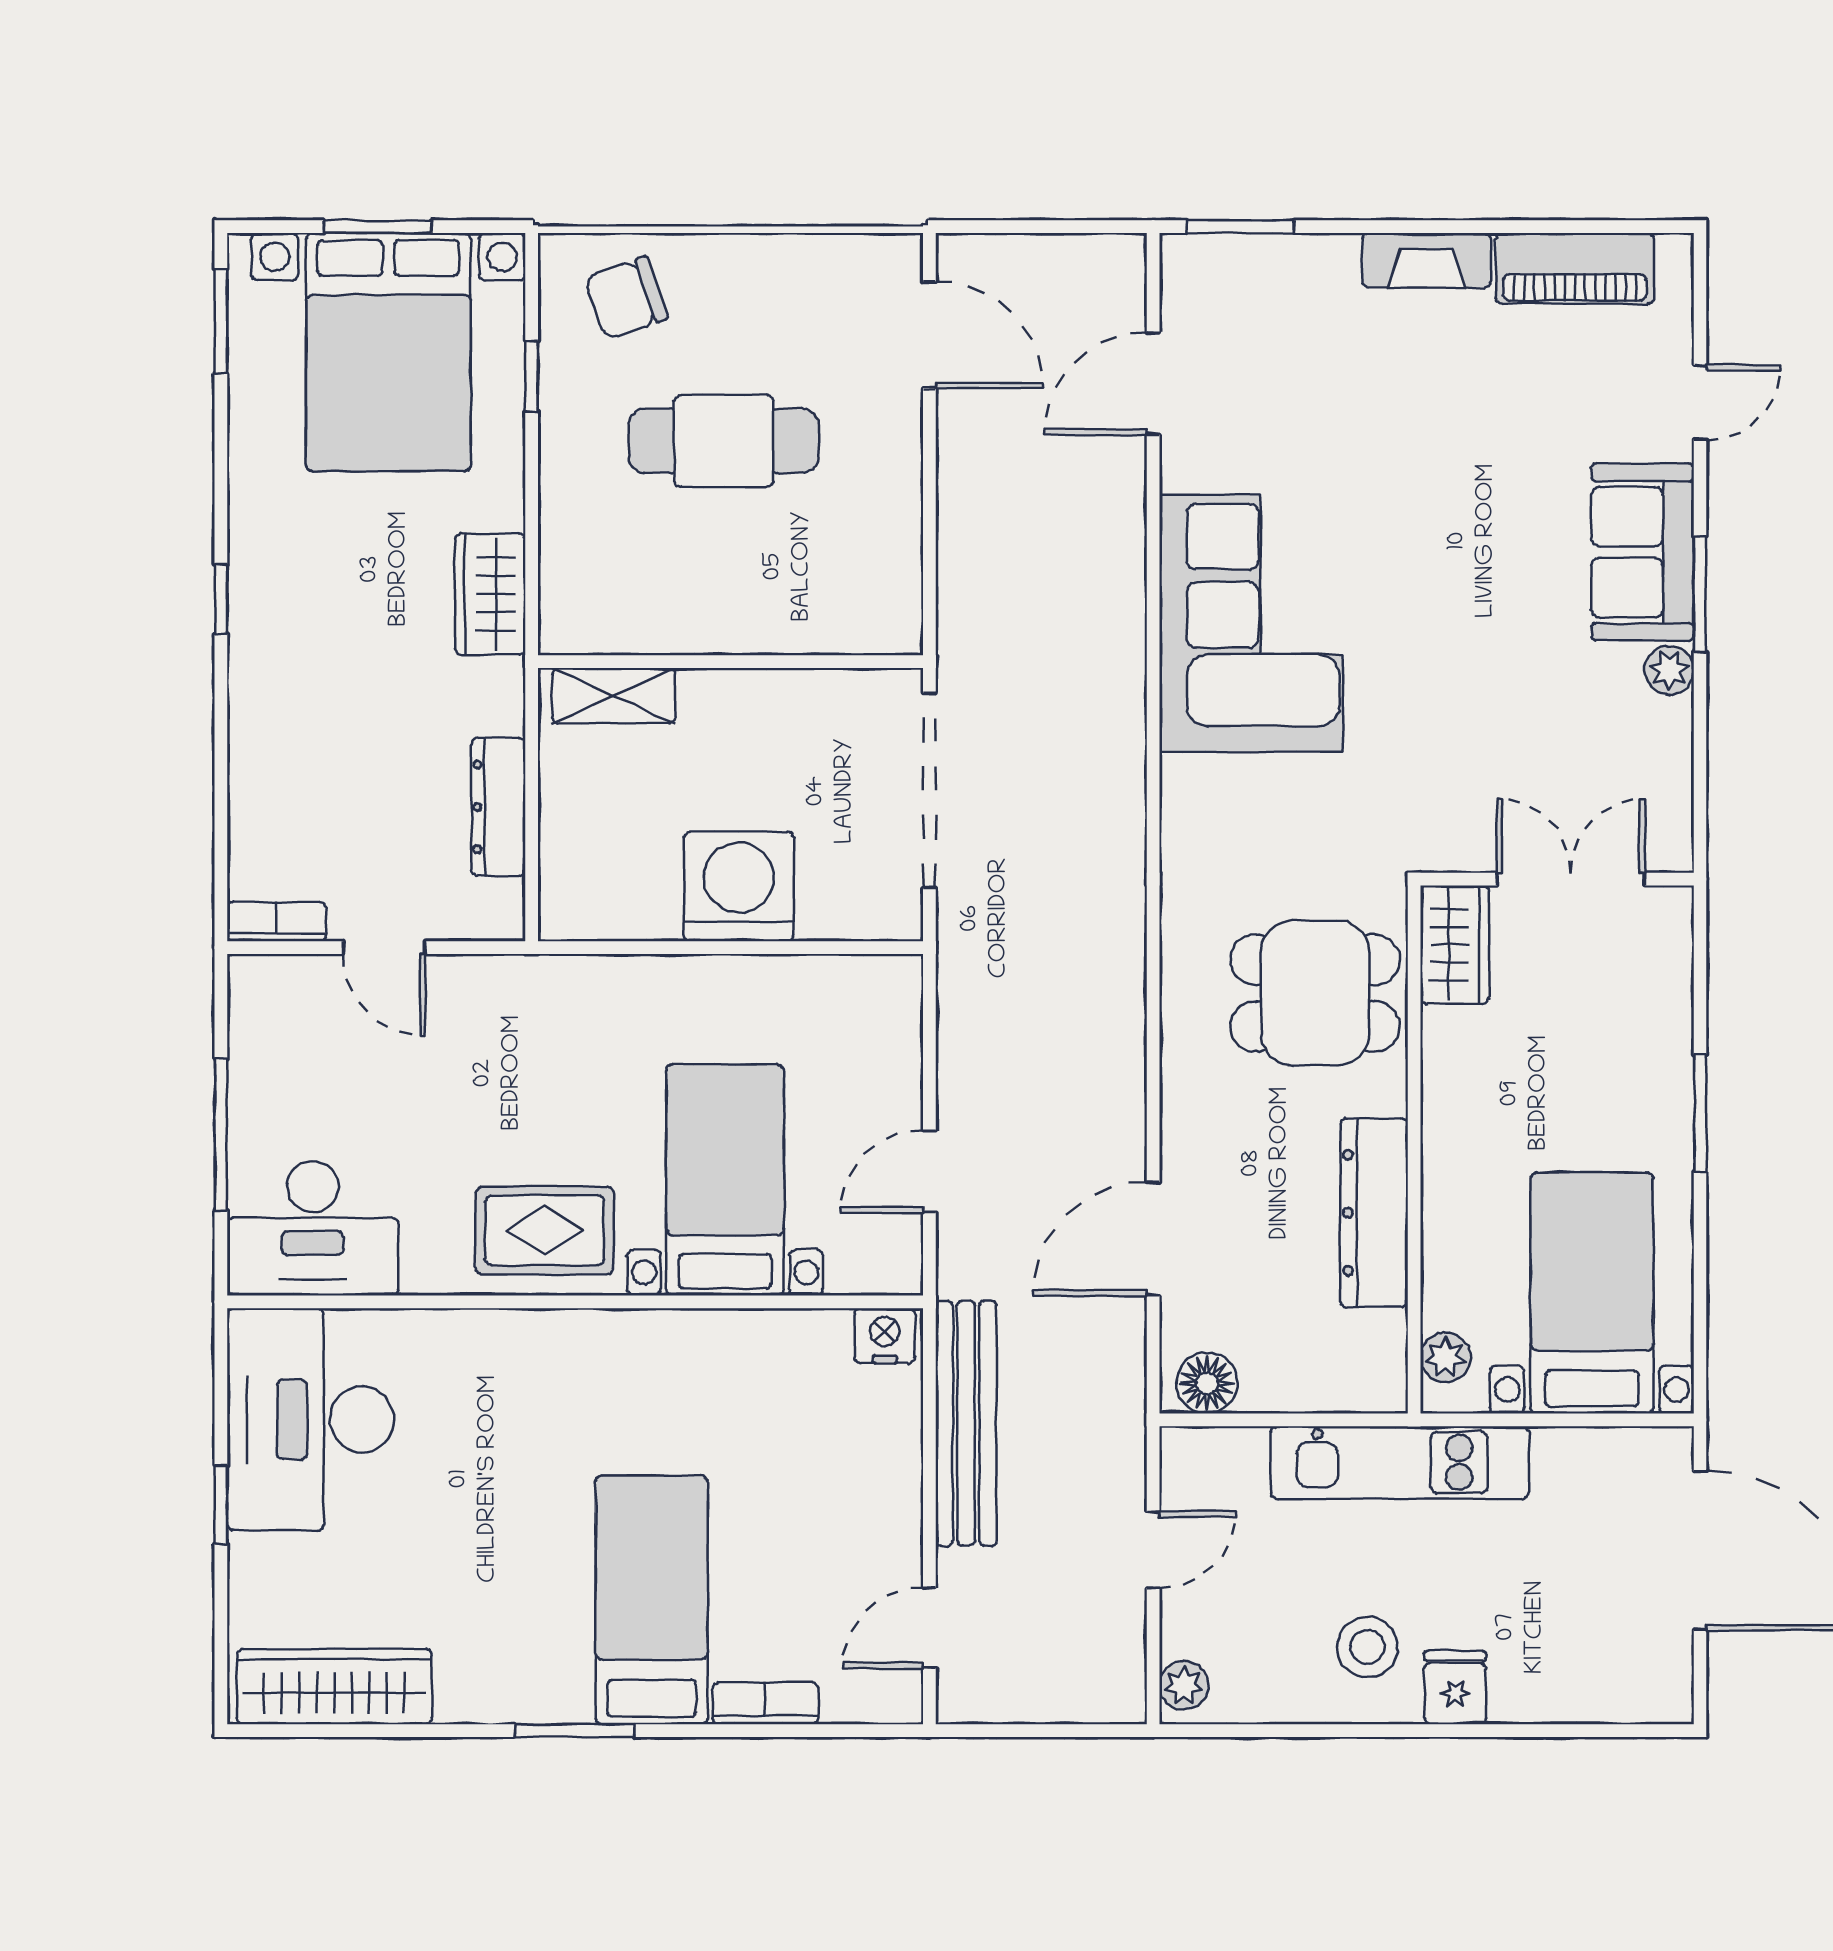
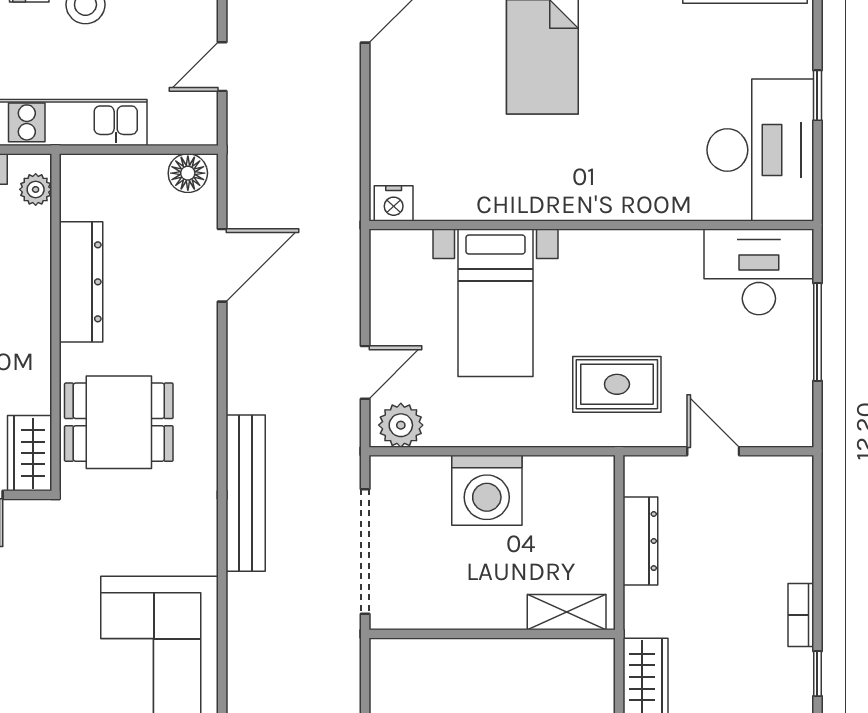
bookcase: (277, 922) -> (801, 615), moved, turned 90
plant: (873, 988) -> (401, 425), added
door: (929, 1171) -> (365, 372), moved
rug: (545, 1230) -> (617, 384), moved
bench: (966, 1423) -> (246, 493), moved

